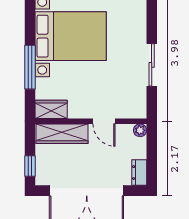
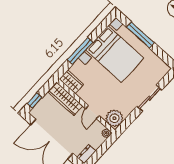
sliding door: (152, 65) -> (149, 98), moved
plant: (134, 106) -> (114, 118), added

